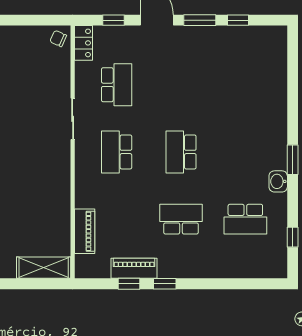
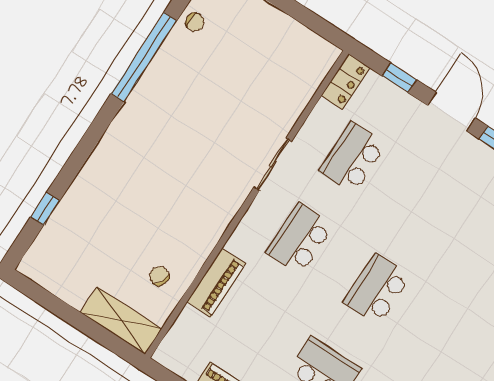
chair: (58, 39) -> (159, 276), moved
school desk: (117, 85) -> (352, 158), turned 180
piano: (85, 231) -> (216, 283), moved

